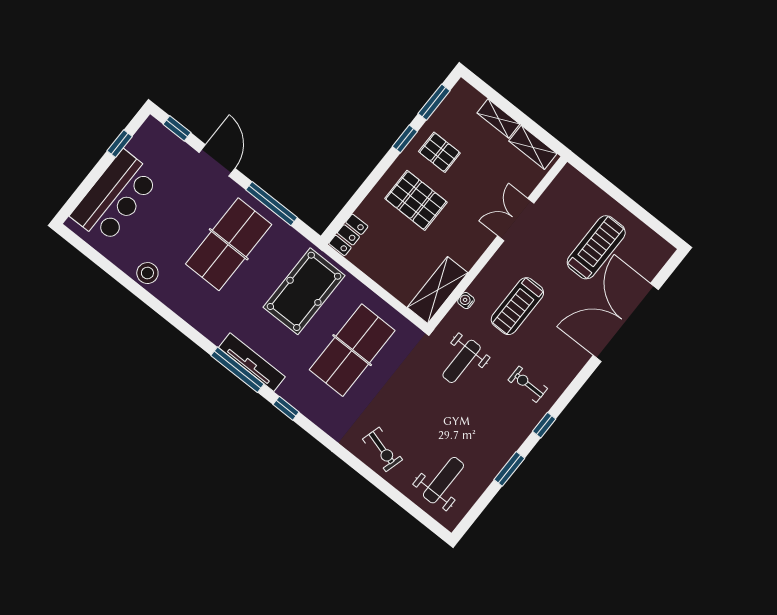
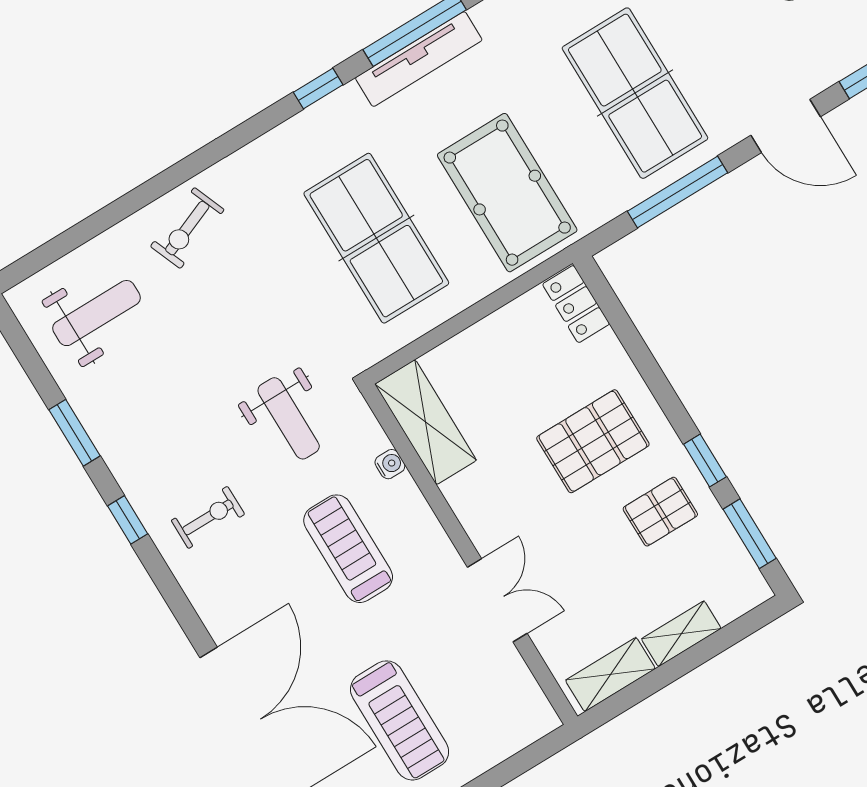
weight bench: (462, 361) -> (289, 418), turned 180
exercise bike: (383, 449) -> (187, 228), turned -38
weight bench: (443, 480) -> (97, 313), turned -90

